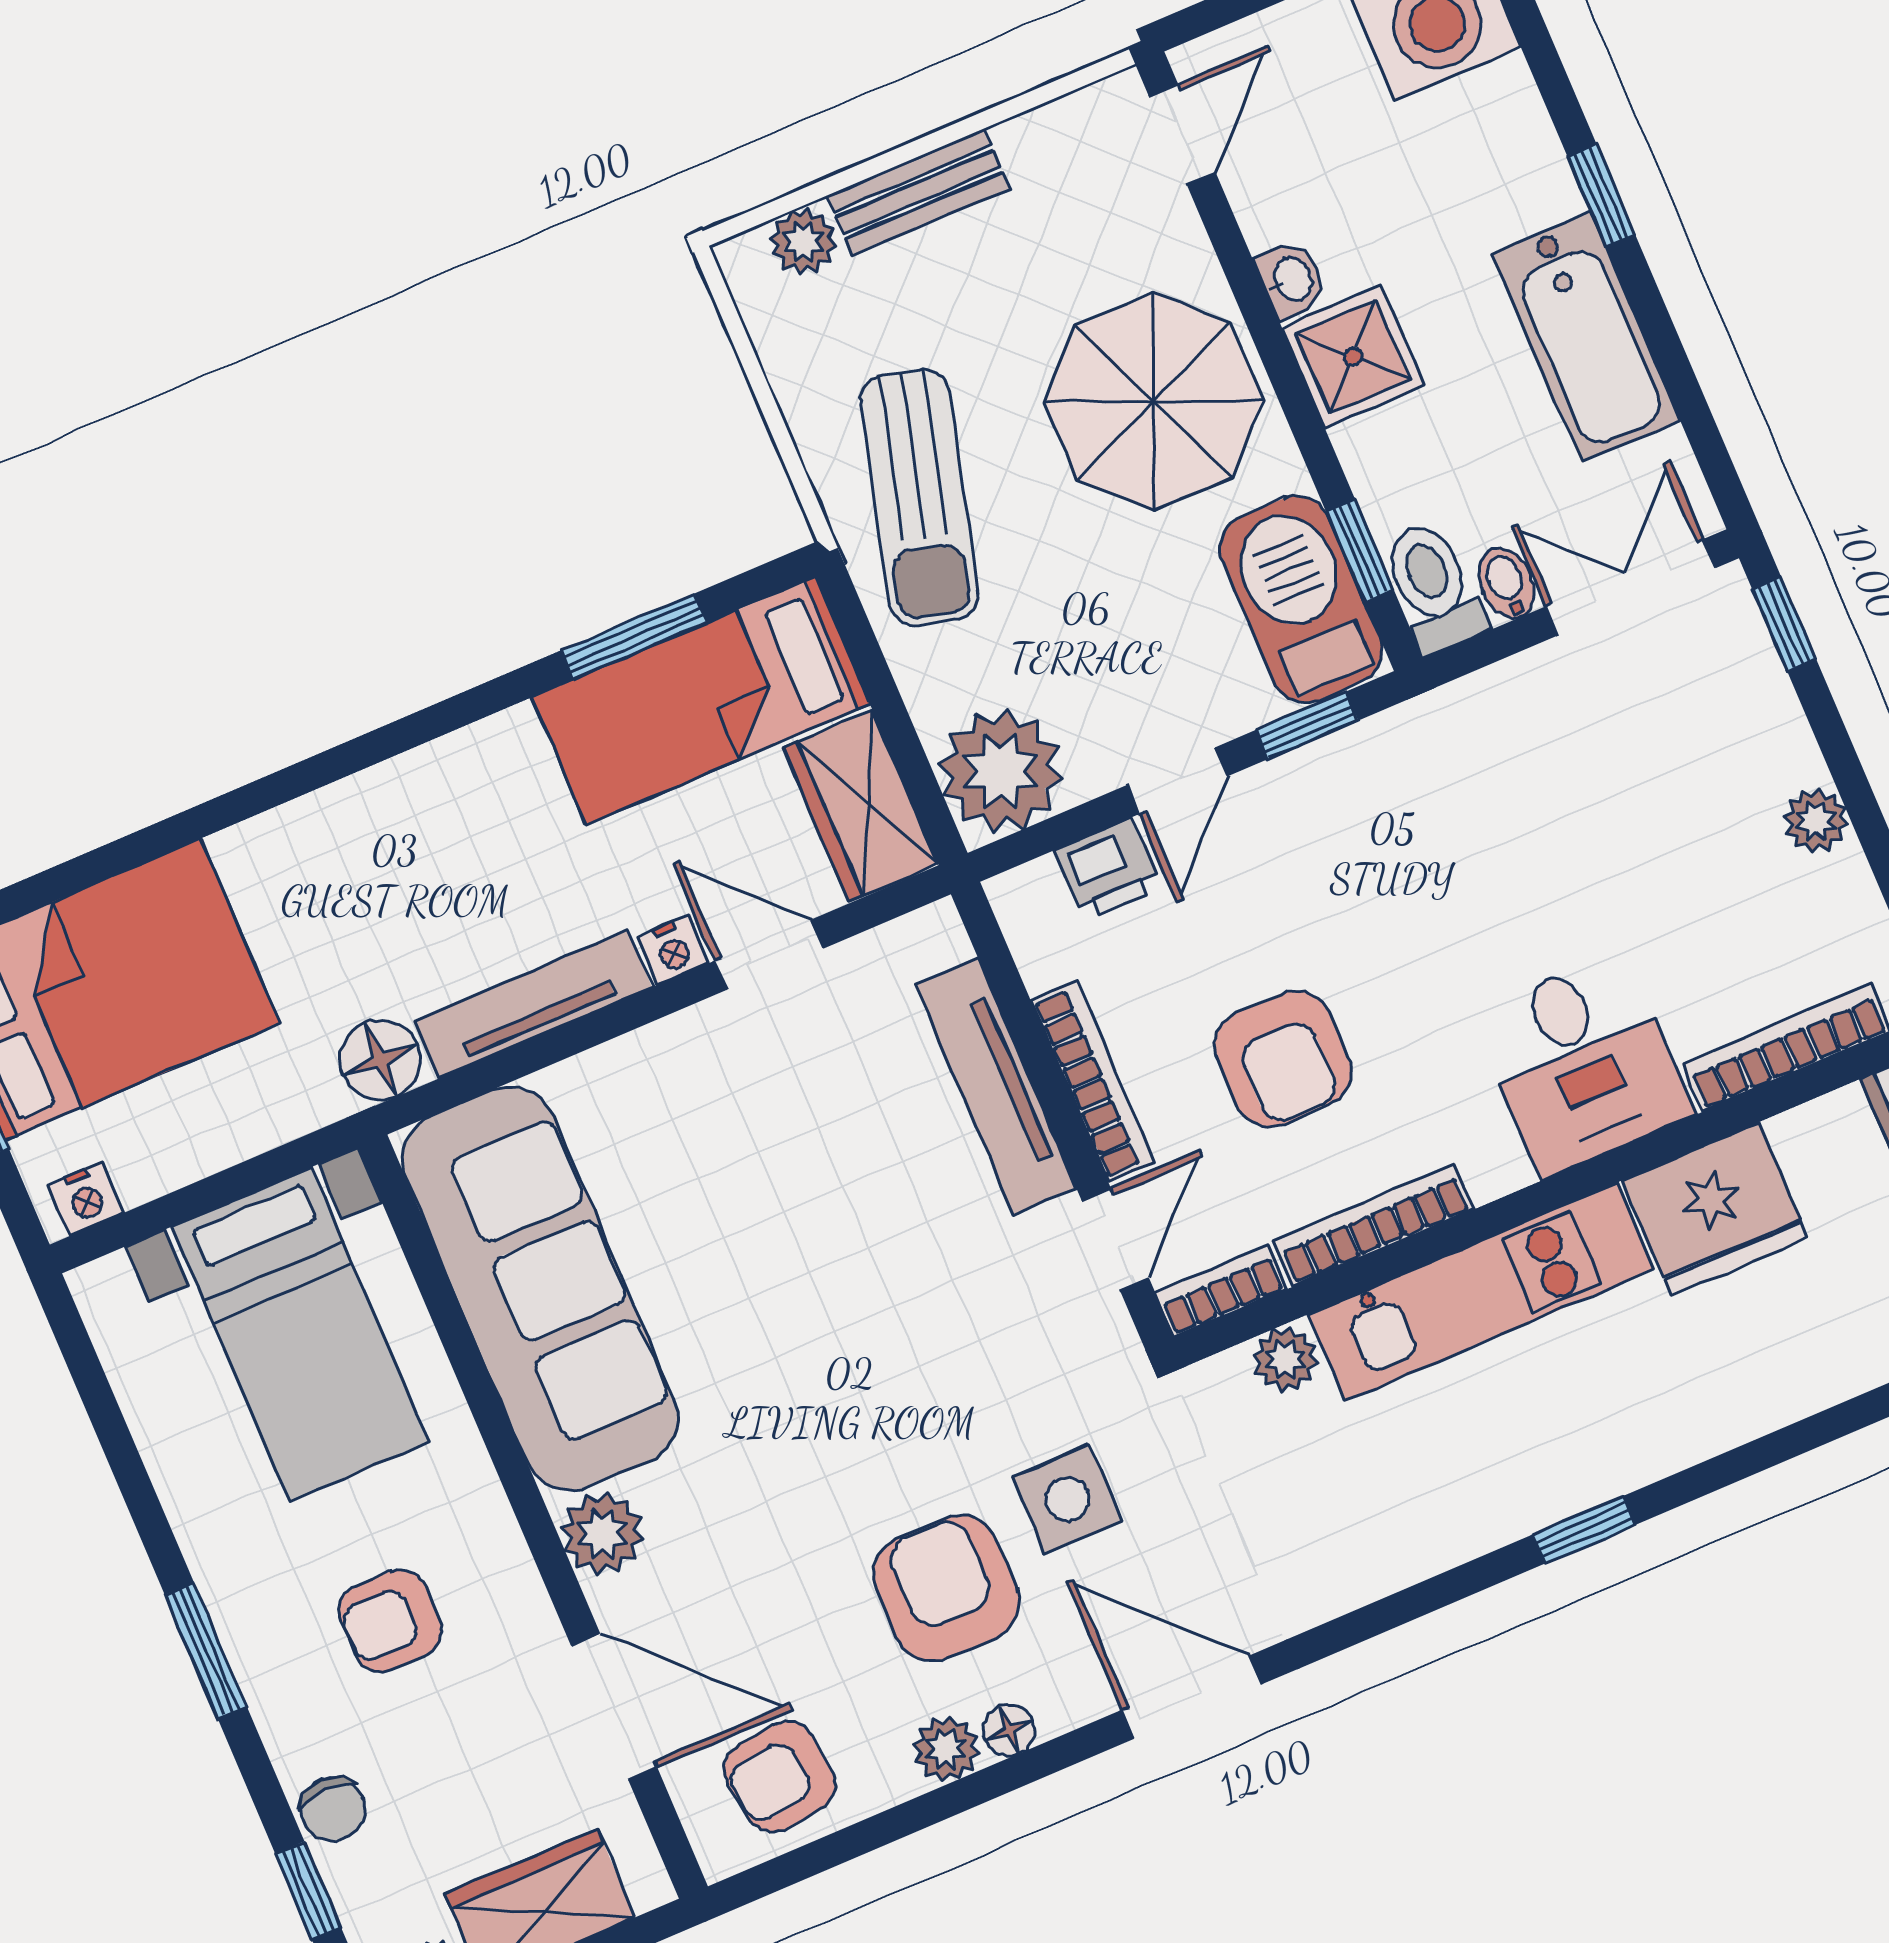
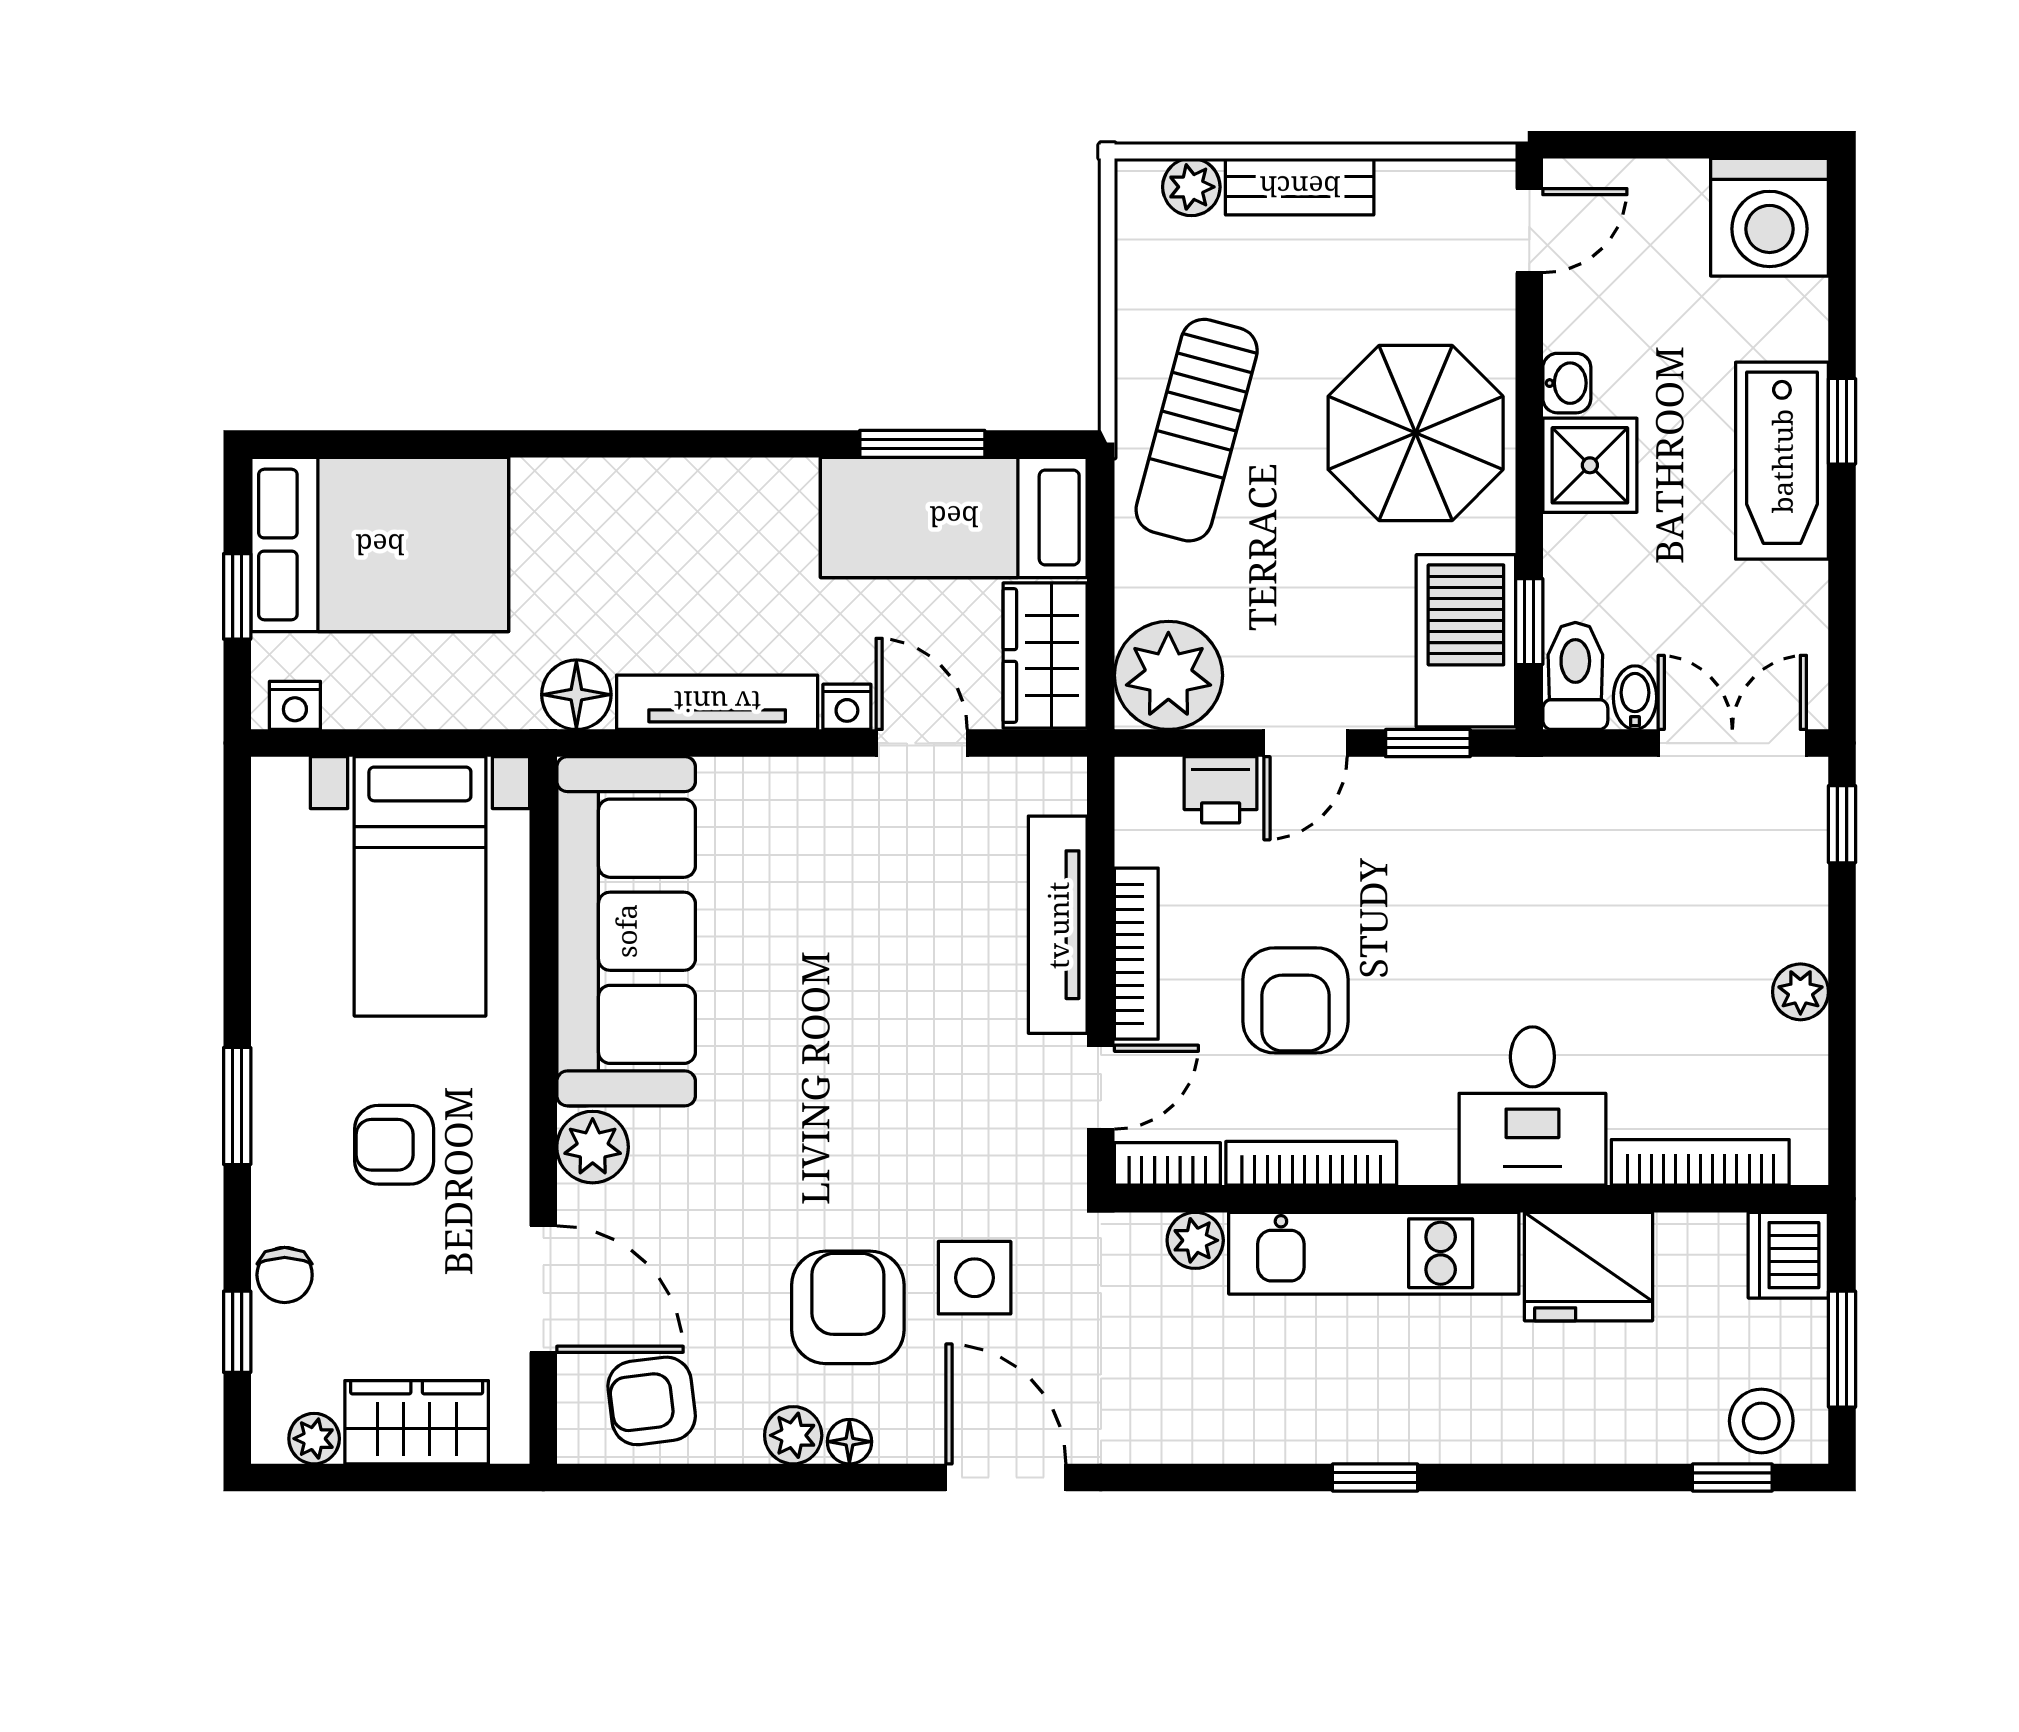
bathtub: (1586, 337) -> (1782, 461), moved

